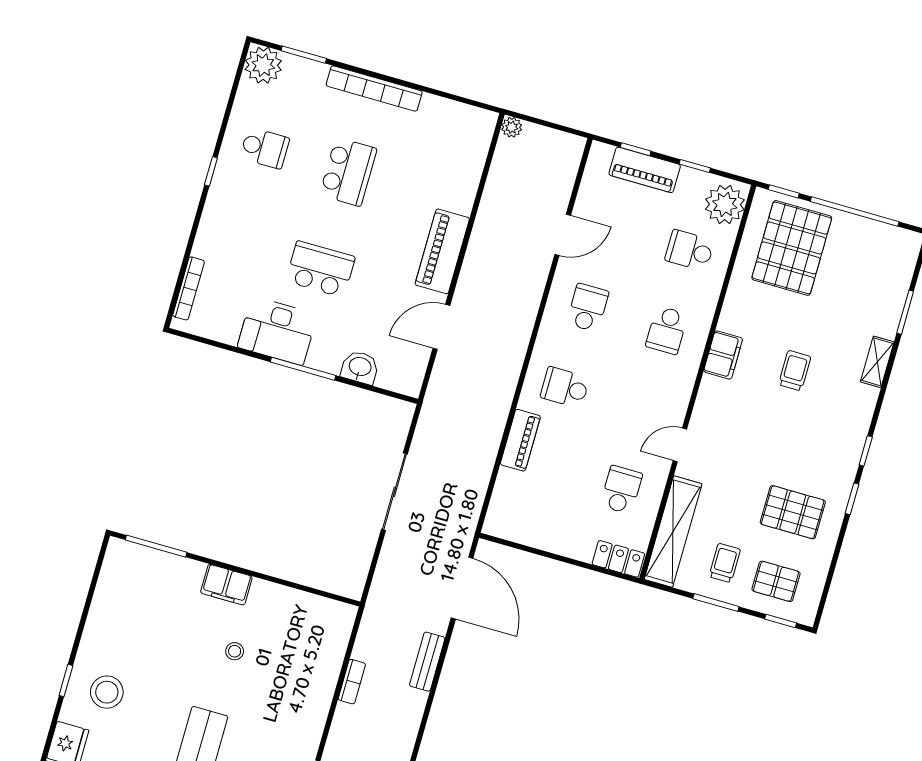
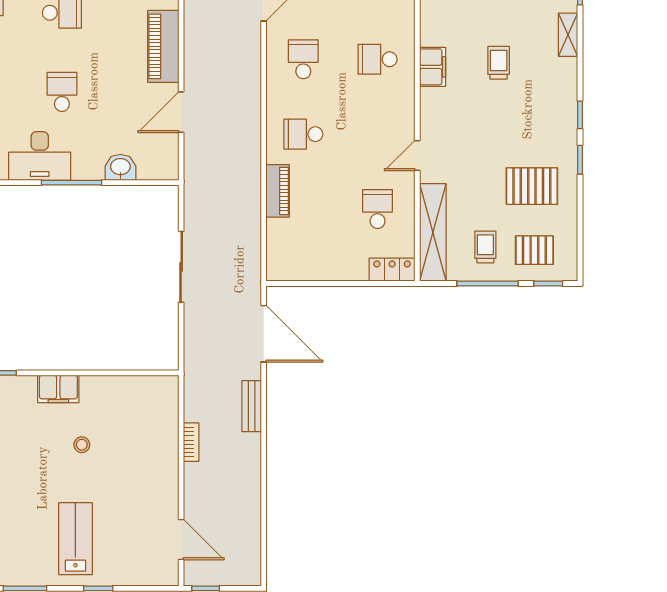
school desk: (320, 269) -> (62, 92), width x0.54
school desk: (667, 330) -> (378, 59), turned 90
window: (716, 603) -> (488, 284), width x1.44

